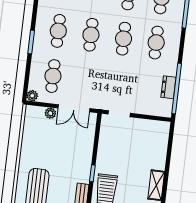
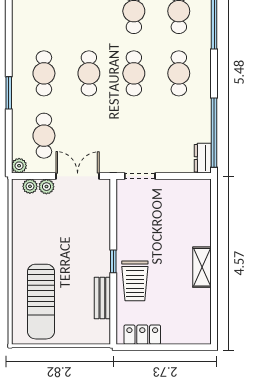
dresser: (168, 87) -> (203, 158), moved
double door: (74, 108) -> (78, 176), swing flipped
plant: (38, 112) -> (30, 186), added

